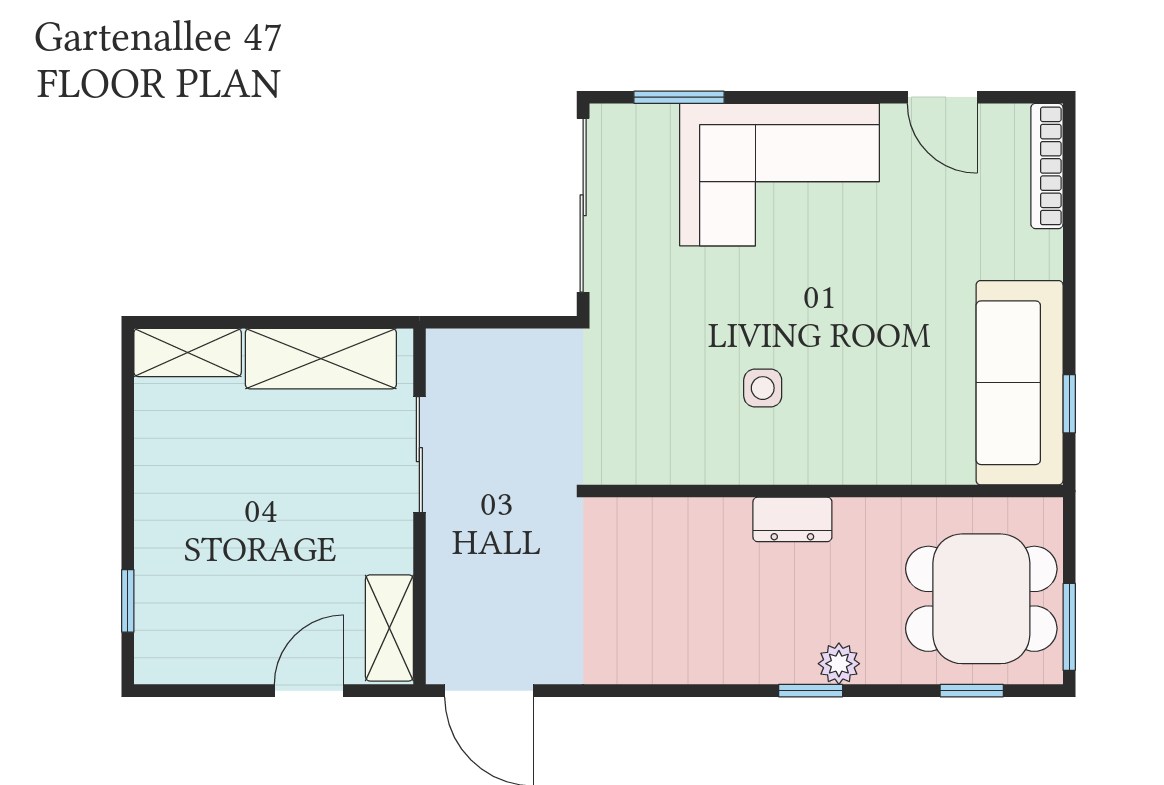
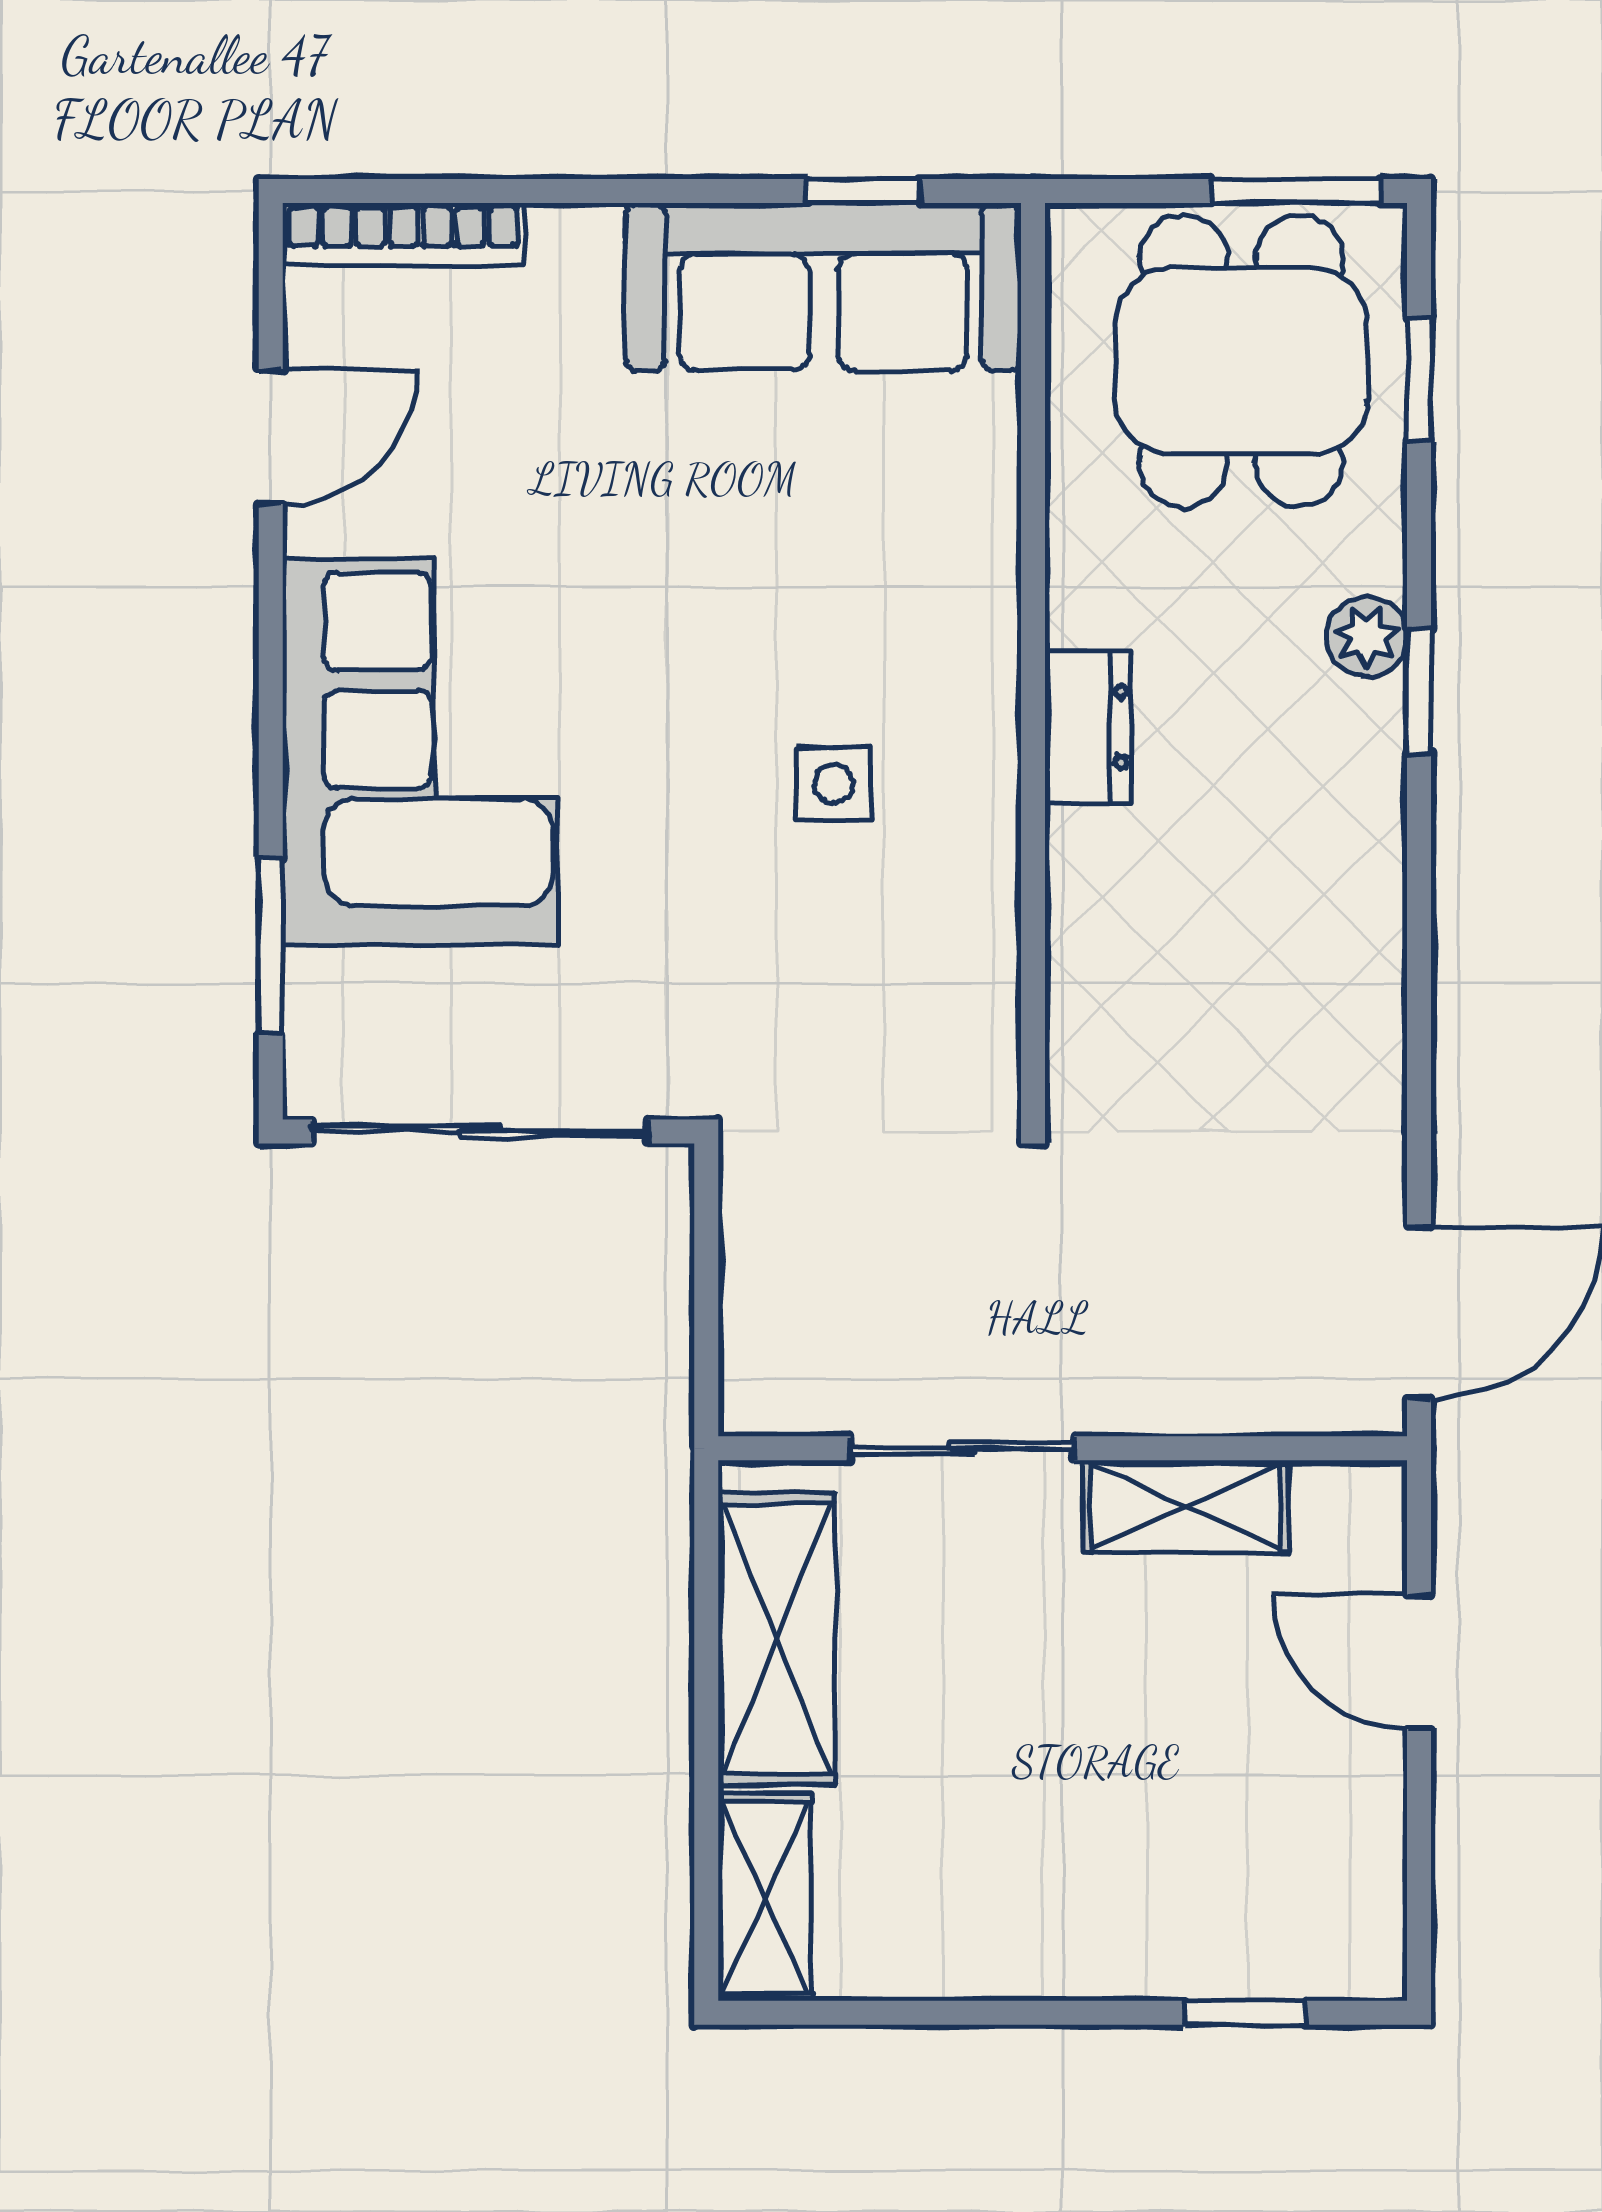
shelving: (389, 628) -> (1186, 1506), moved

